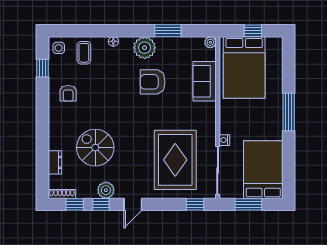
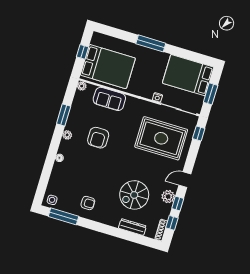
plant: (145, 48) -> (67, 135), width x0.53, depth x0.53
coffee table: (84, 53) -> (61, 182), removed
window: (42, 68) -> (63, 216), width x2.17
dresser: (55, 162) -> (132, 227), width x1.44
door: (133, 204) -> (185, 180), swing flipped

